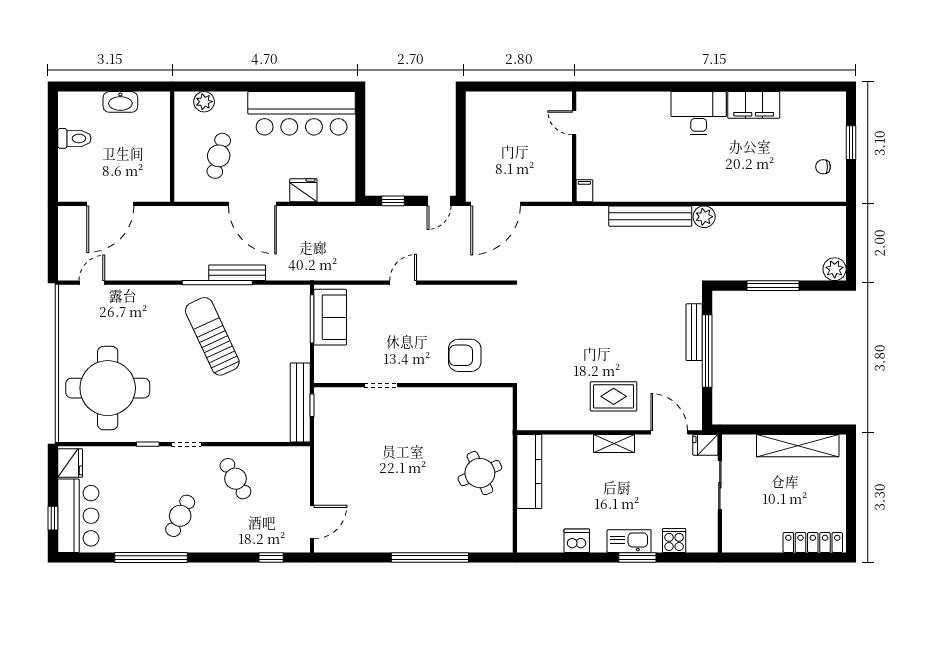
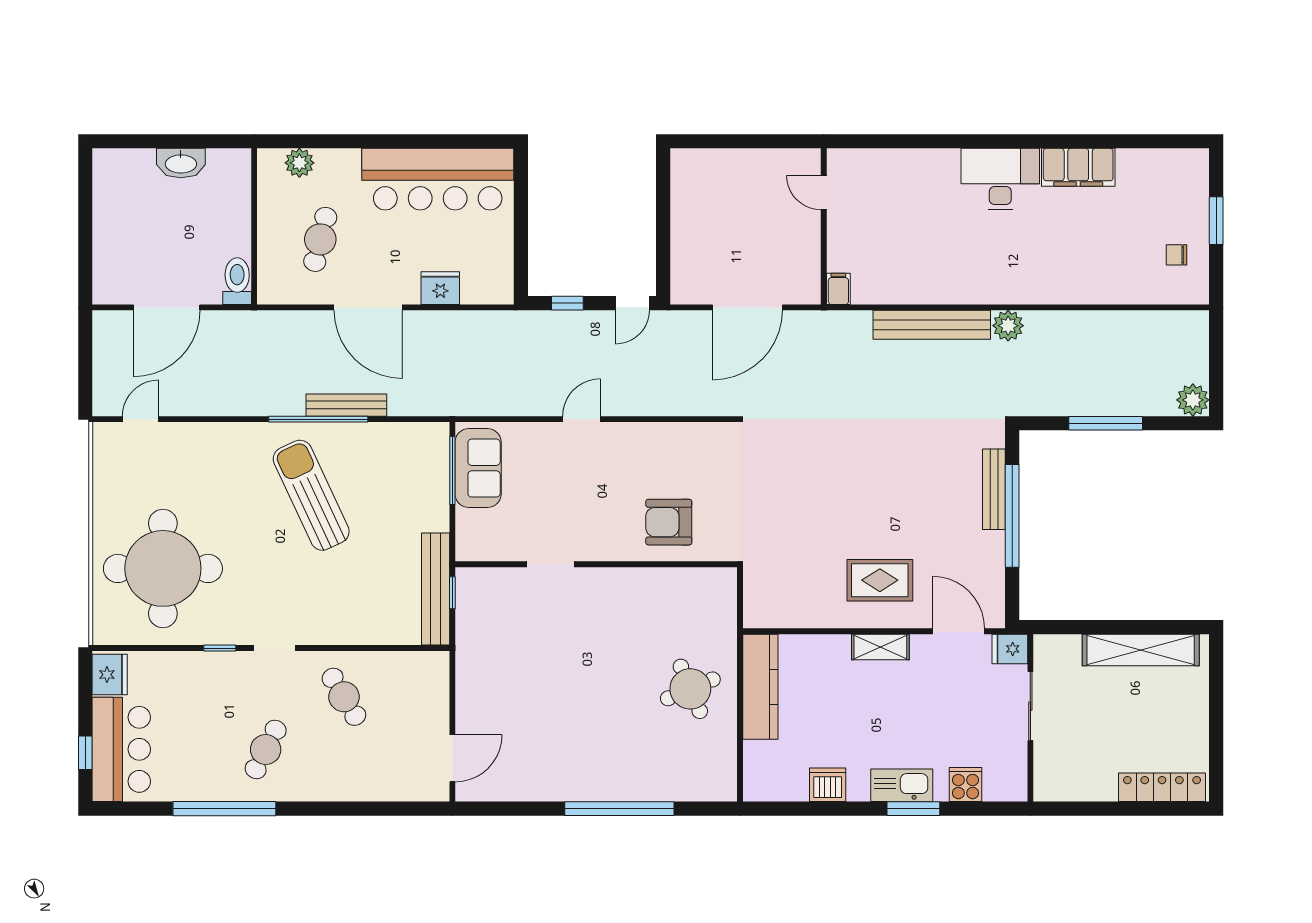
toilet: (74, 138) -> (237, 281), moved, turned -90
door: (496, 204) -> (747, 307), moved
window: (271, 558) -> (394, 809), removed

